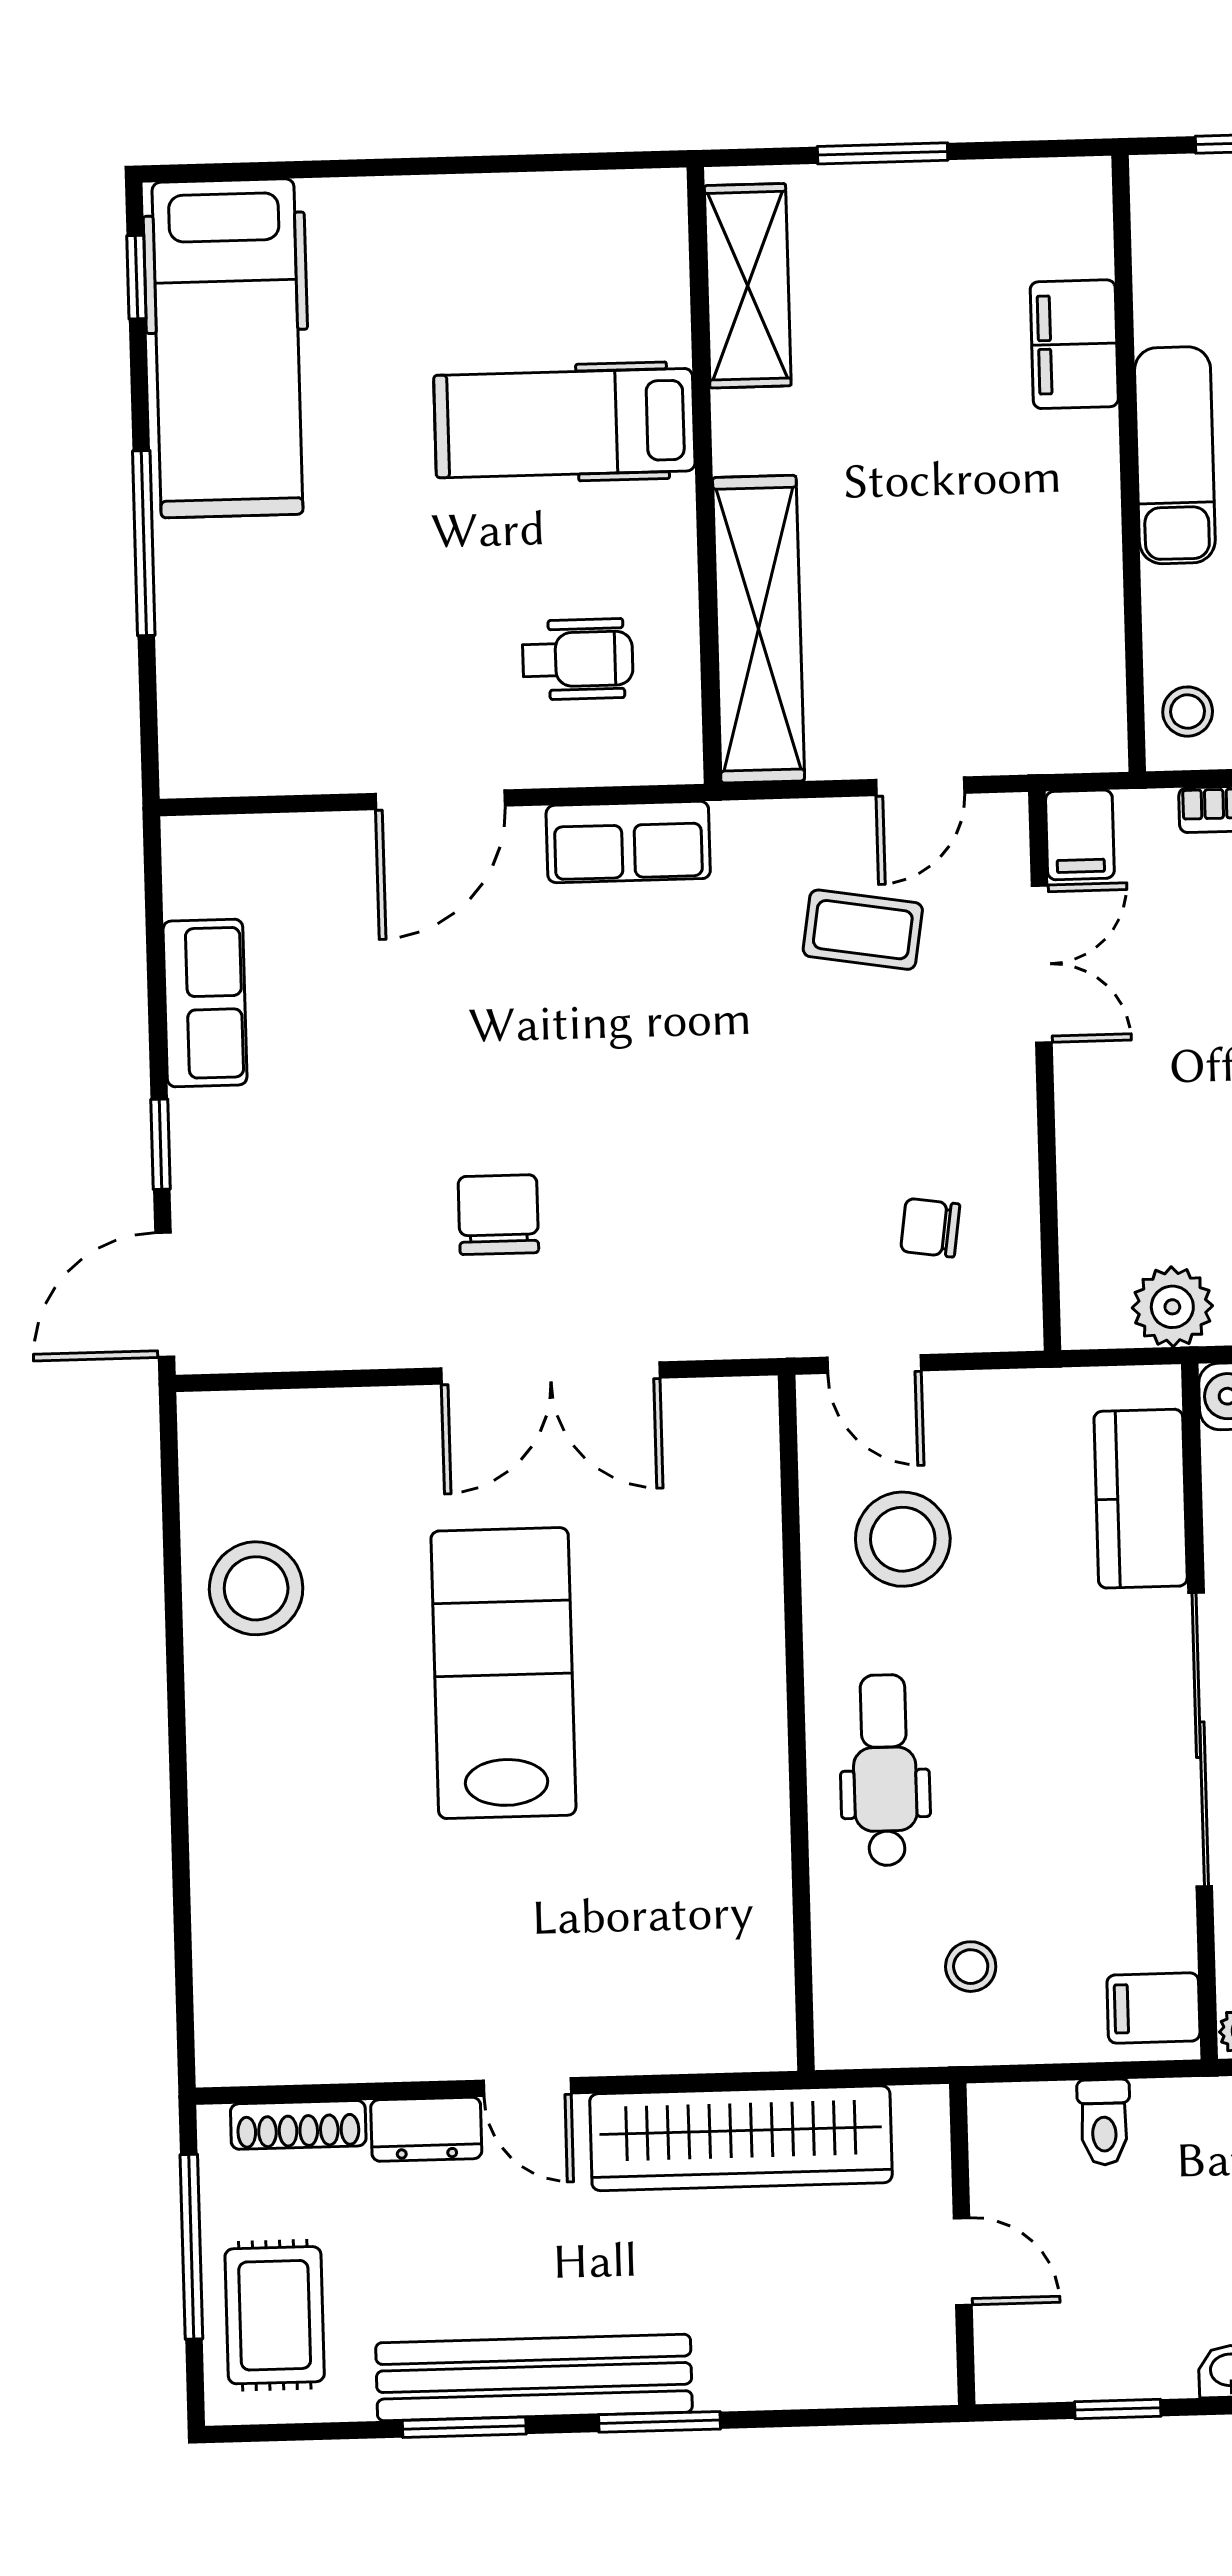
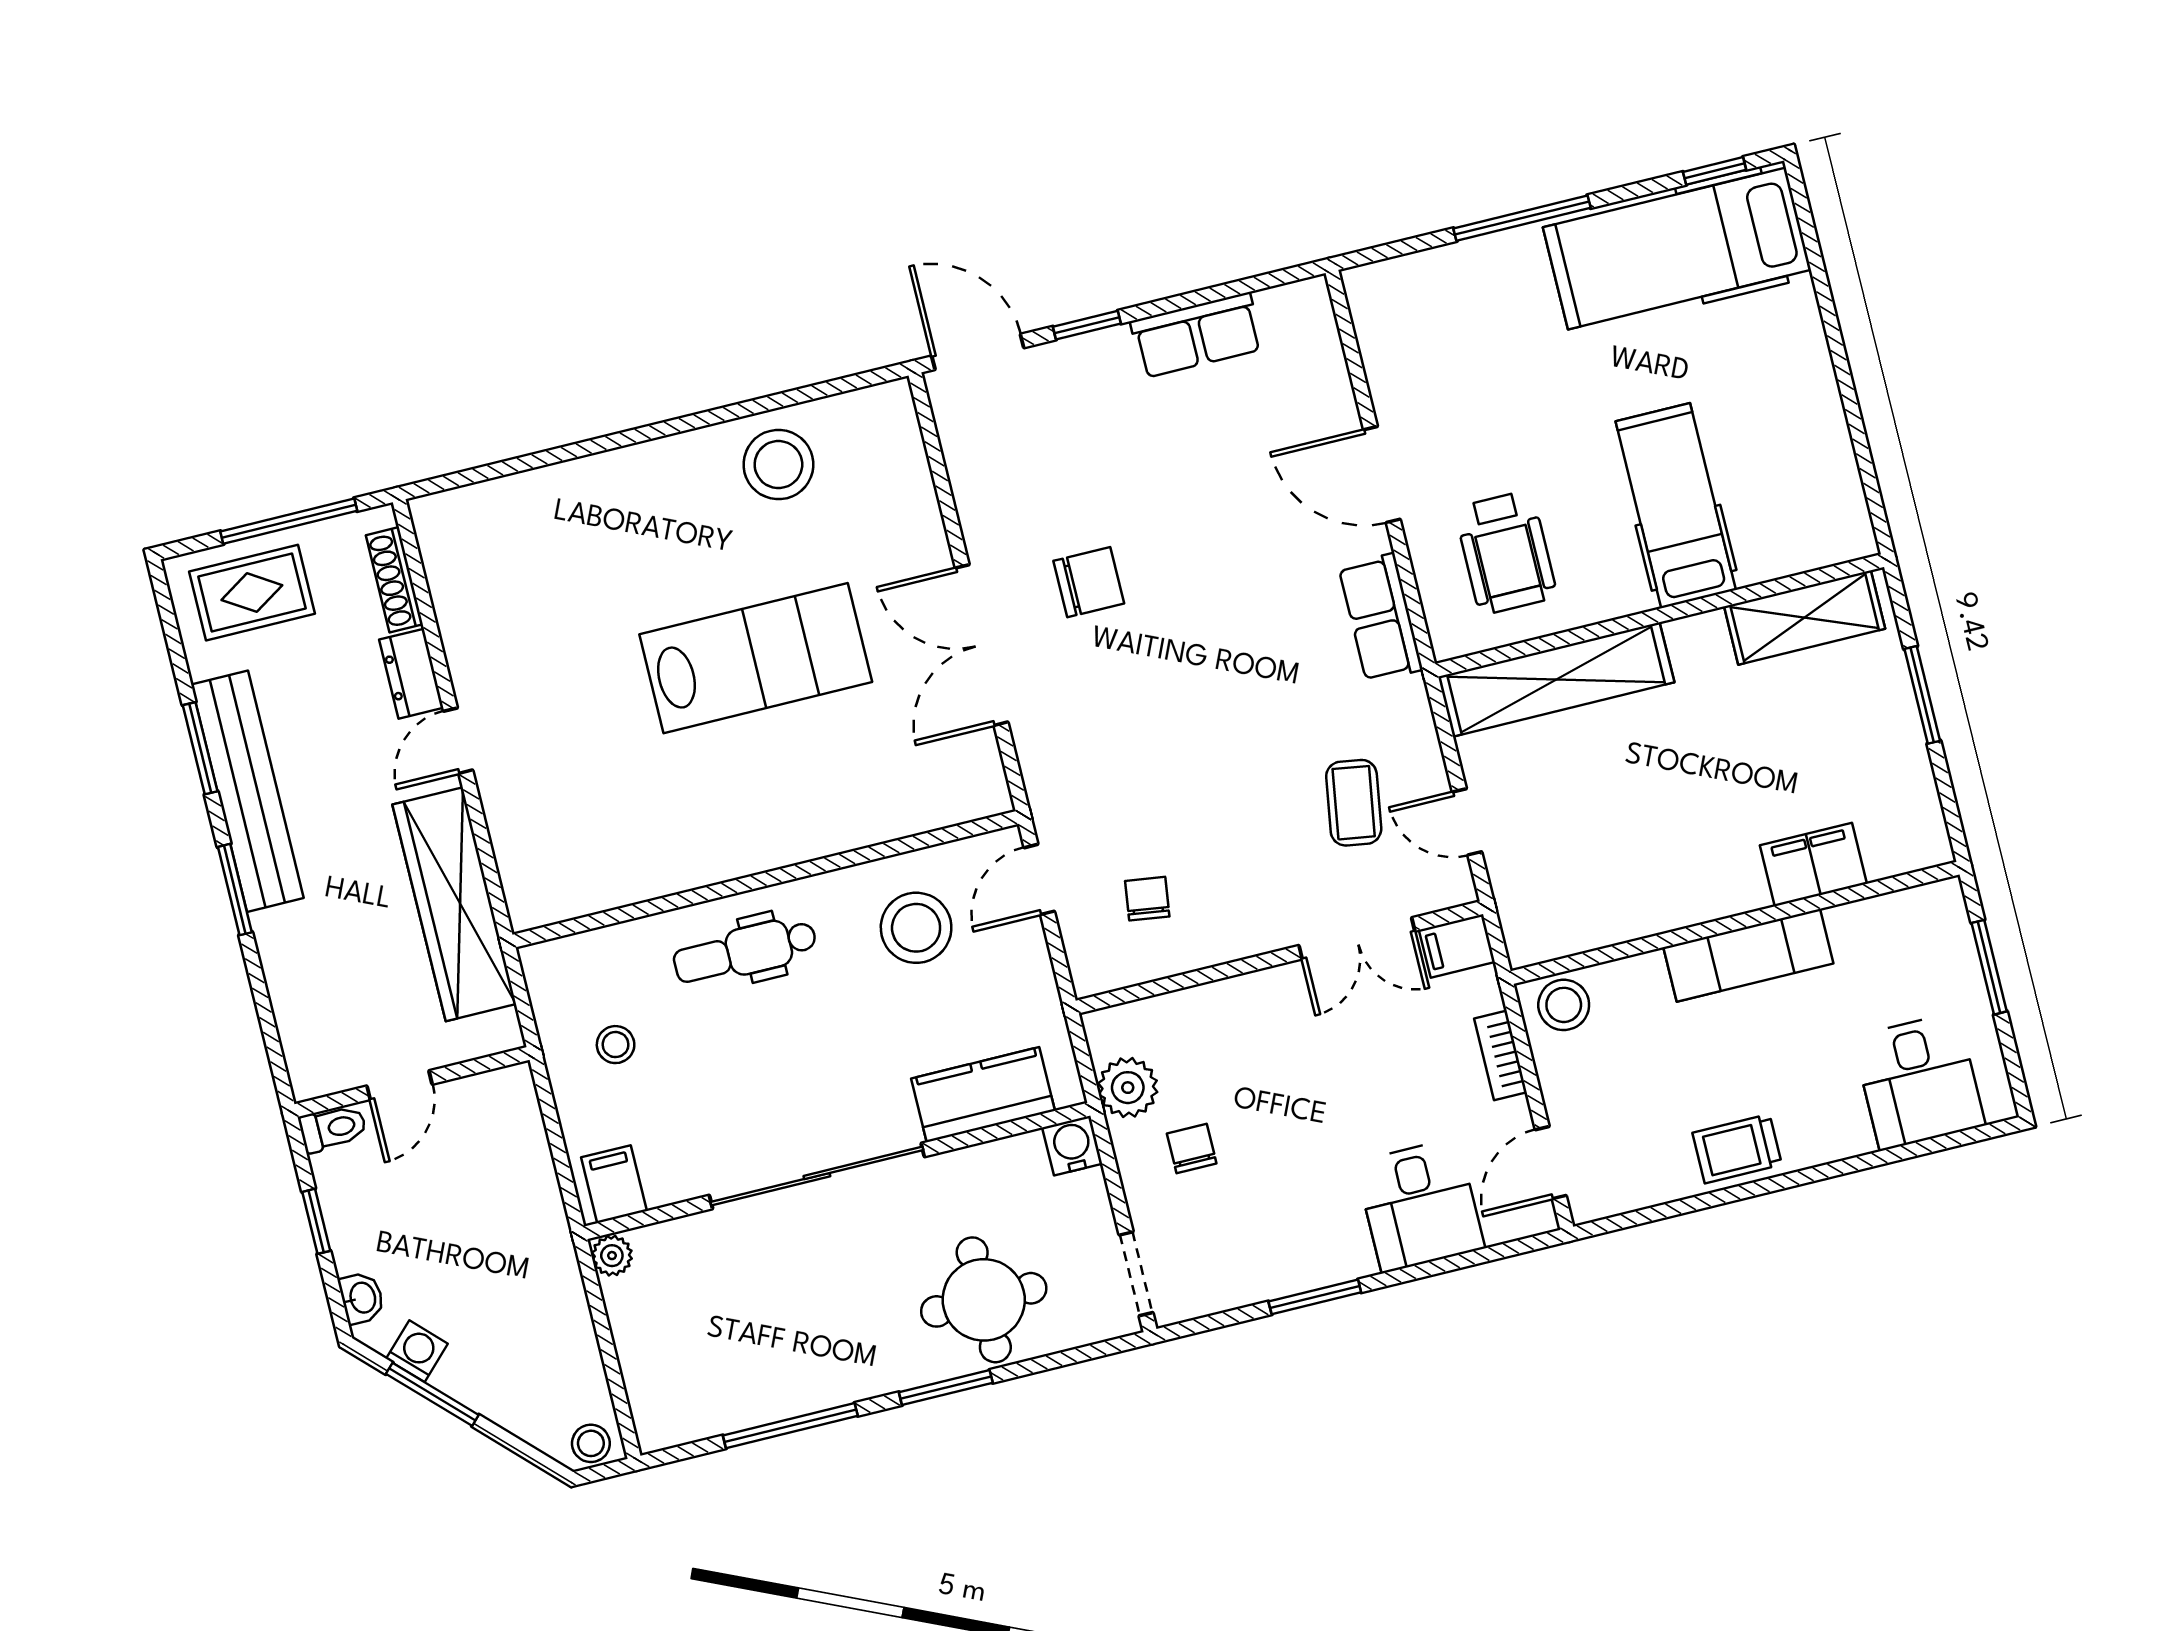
wheelchair: (578, 659) -> (1506, 552), width x1.36, depth x1.37
stool: (1188, 712) -> (1564, 1005), width x1.37, depth x1.37
dental chair: (885, 1770) -> (745, 951), turned 180
toilet: (1104, 2122) -> (333, 1128), moved, turned 180

